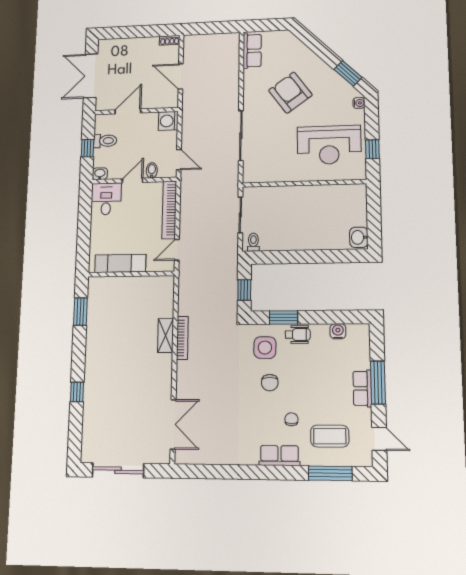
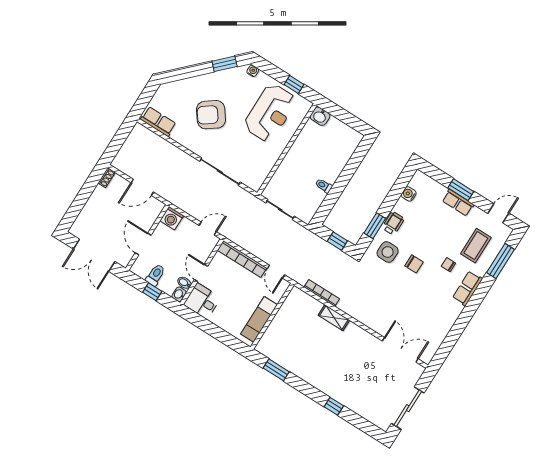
bidet: (152, 170) -> (184, 283), moved
washbasin: (359, 237) -> (320, 116), moved
toilet: (253, 242) -> (324, 186), moved
bookcase: (182, 338) -> (322, 293), moved
window: (378, 383) -> (461, 190), width x0.69

